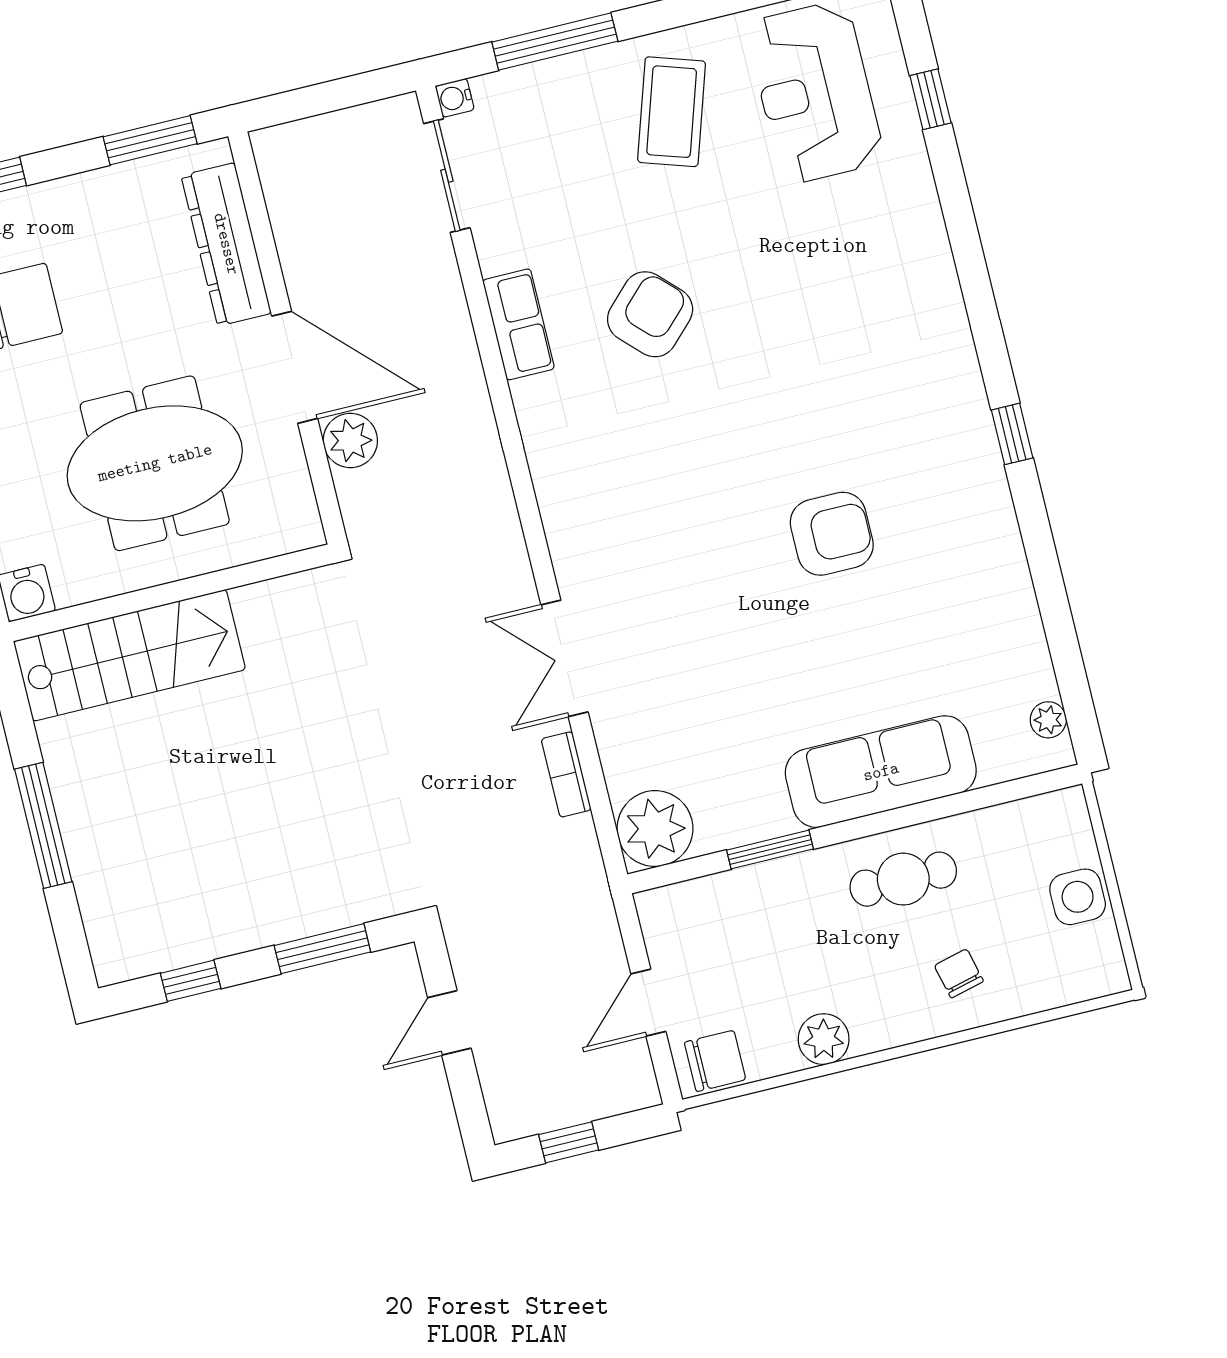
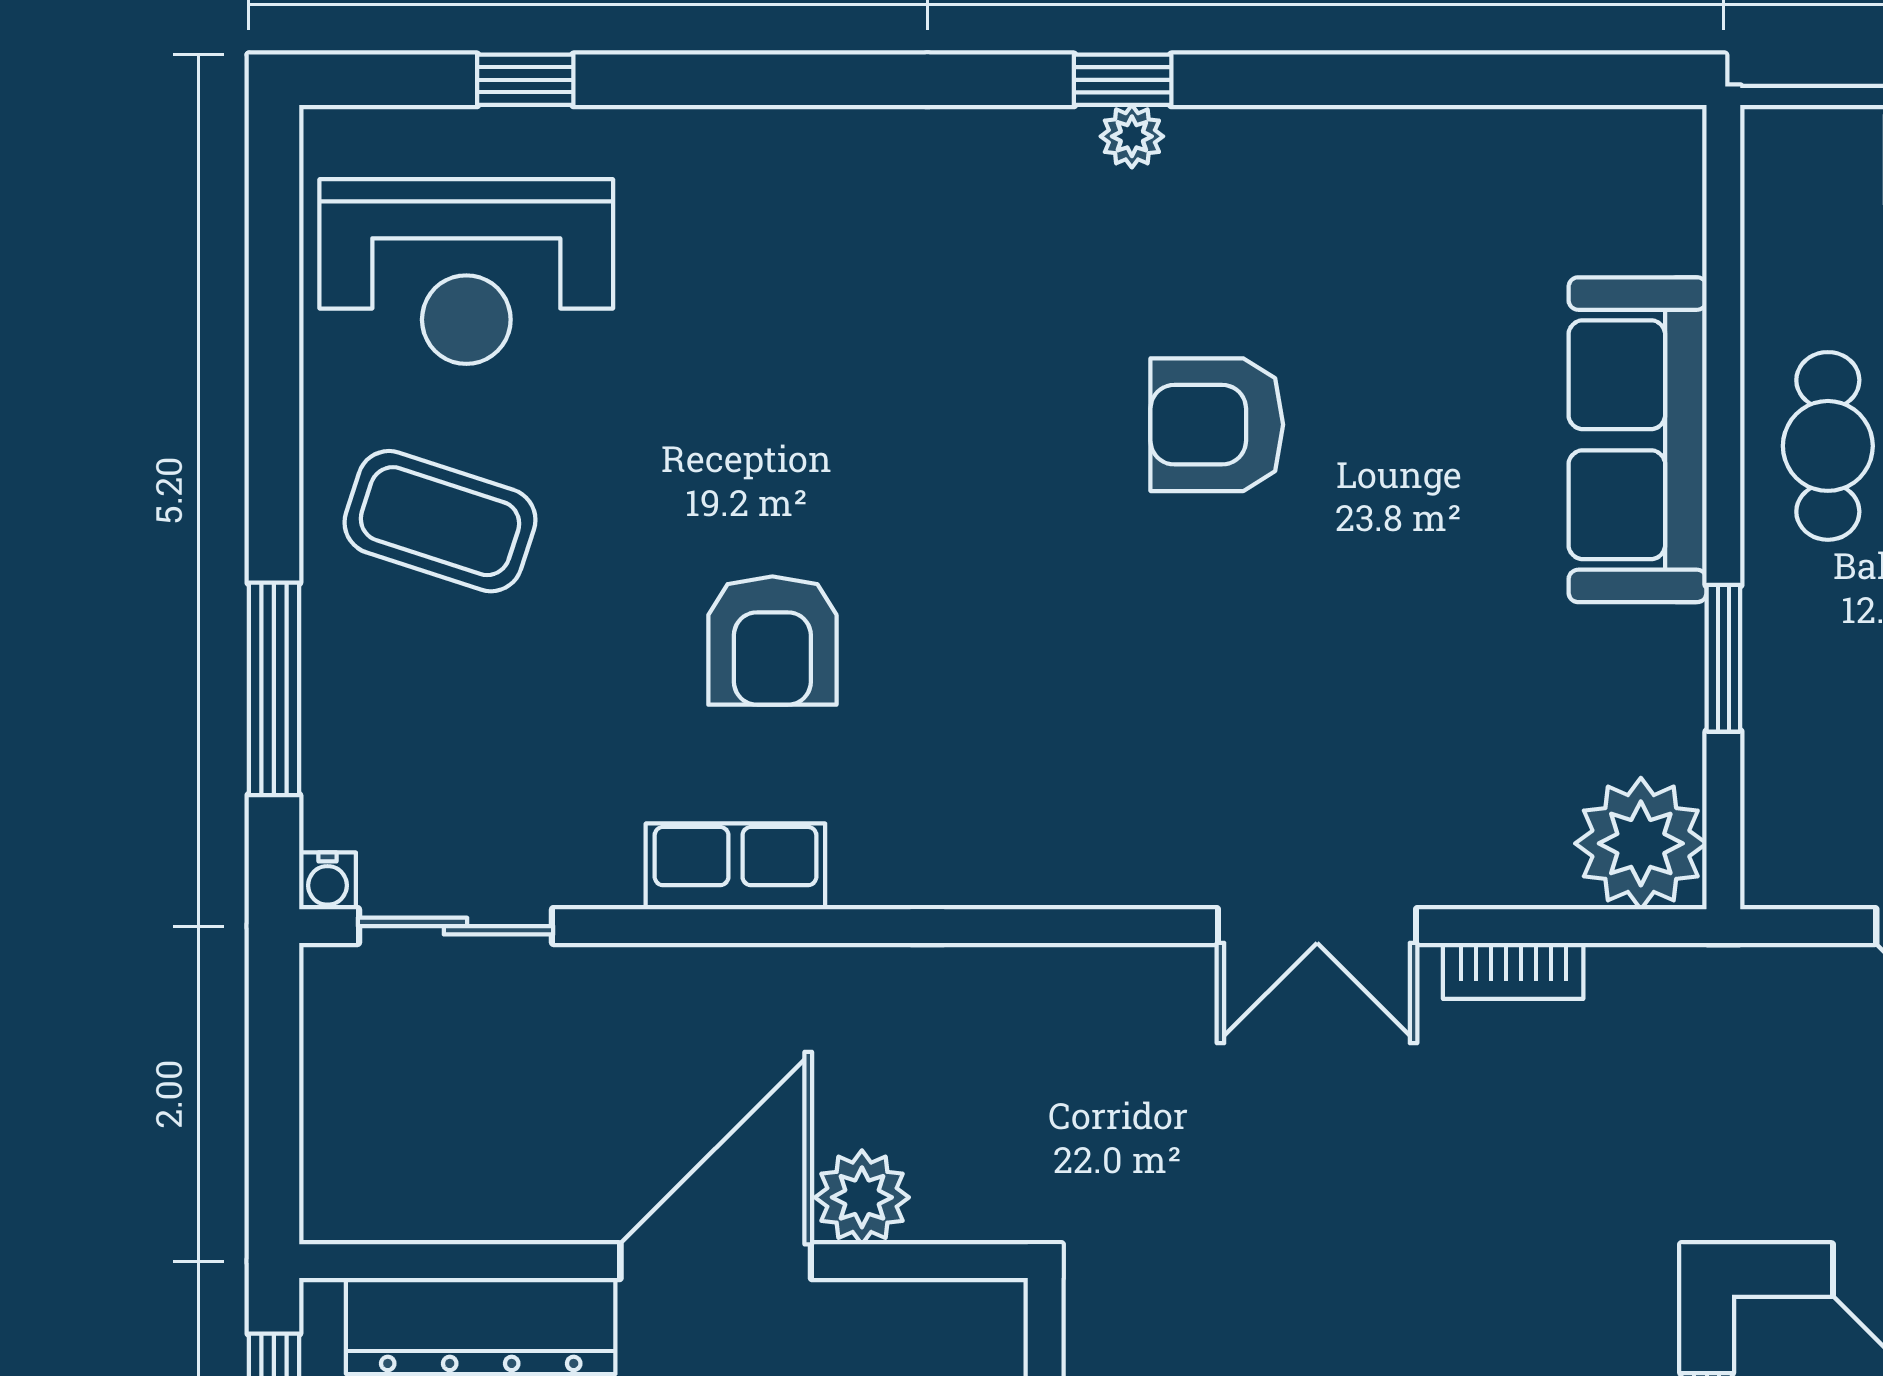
armchair: (650, 314) -> (772, 641), turned -135
armchair: (832, 534) -> (1217, 425), turned -90
plant: (1048, 720) -> (1132, 136), moved

